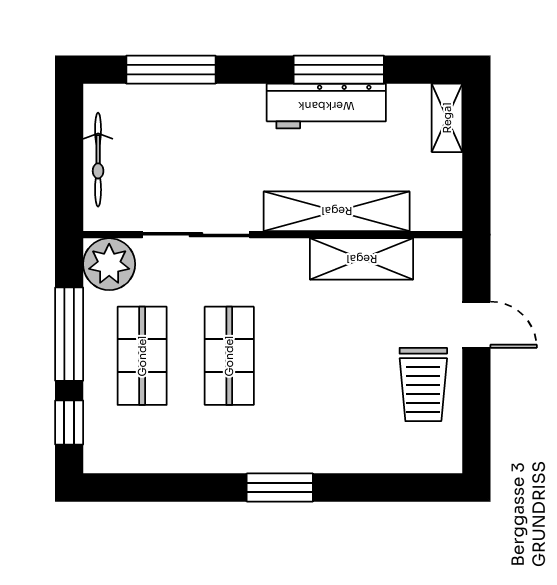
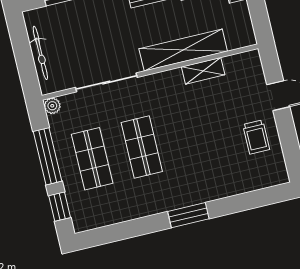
shelving: (362, 259) -> (203, 71), width x0.67, depth x0.75
plant: (109, 264) -> (52, 106), width x0.53, depth x0.53
trolley: (423, 385) -> (256, 137), width x0.73, depth x0.72

